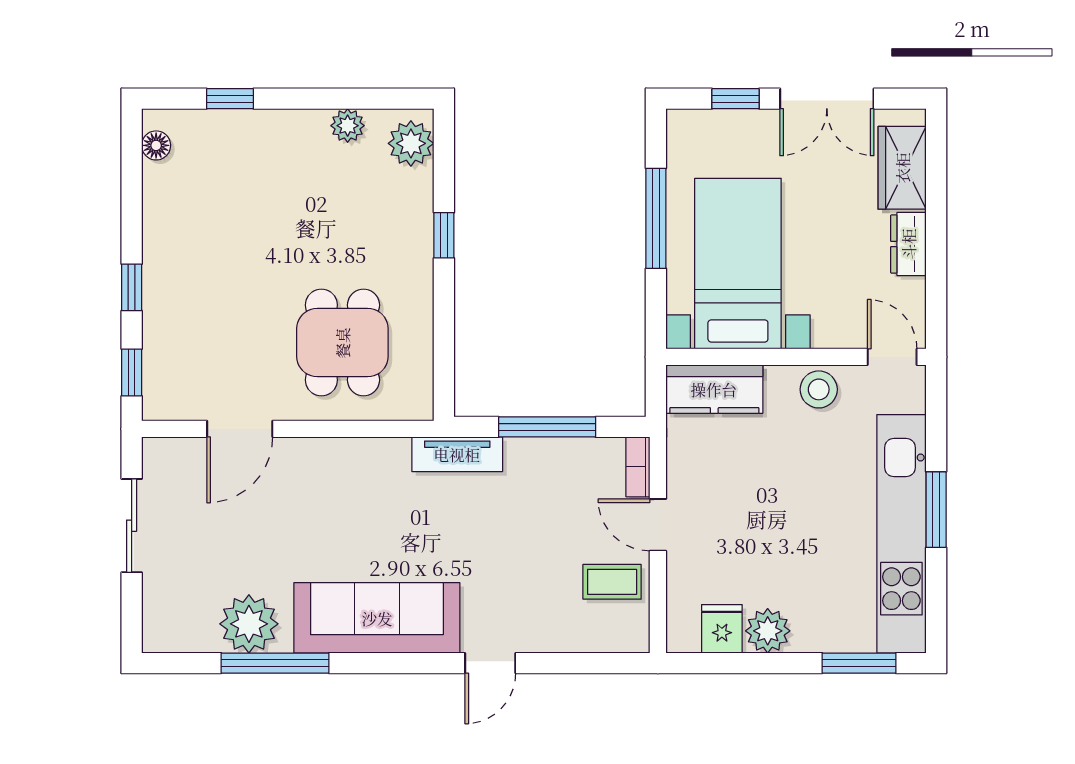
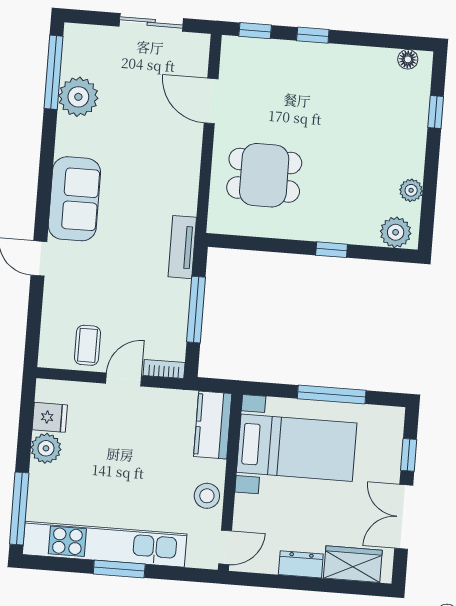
sofa: (377, 618) -> (74, 199), width x0.73
window: (275, 663) -> (54, 72), moved
window: (859, 663) -> (19, 508), width x1.44

